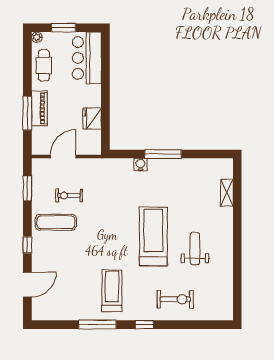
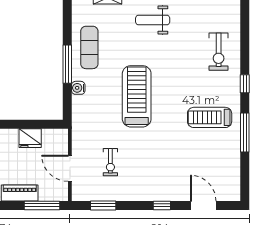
window: (27, 113) -> (42, 205), moved
exercise mat: (56, 222) -> (89, 47), moved
treadmill: (153, 236) -> (137, 96), moved, turned 90
weight bench: (195, 248) -> (153, 20), moved
exercise bike: (175, 299) -> (219, 52), turned 180

